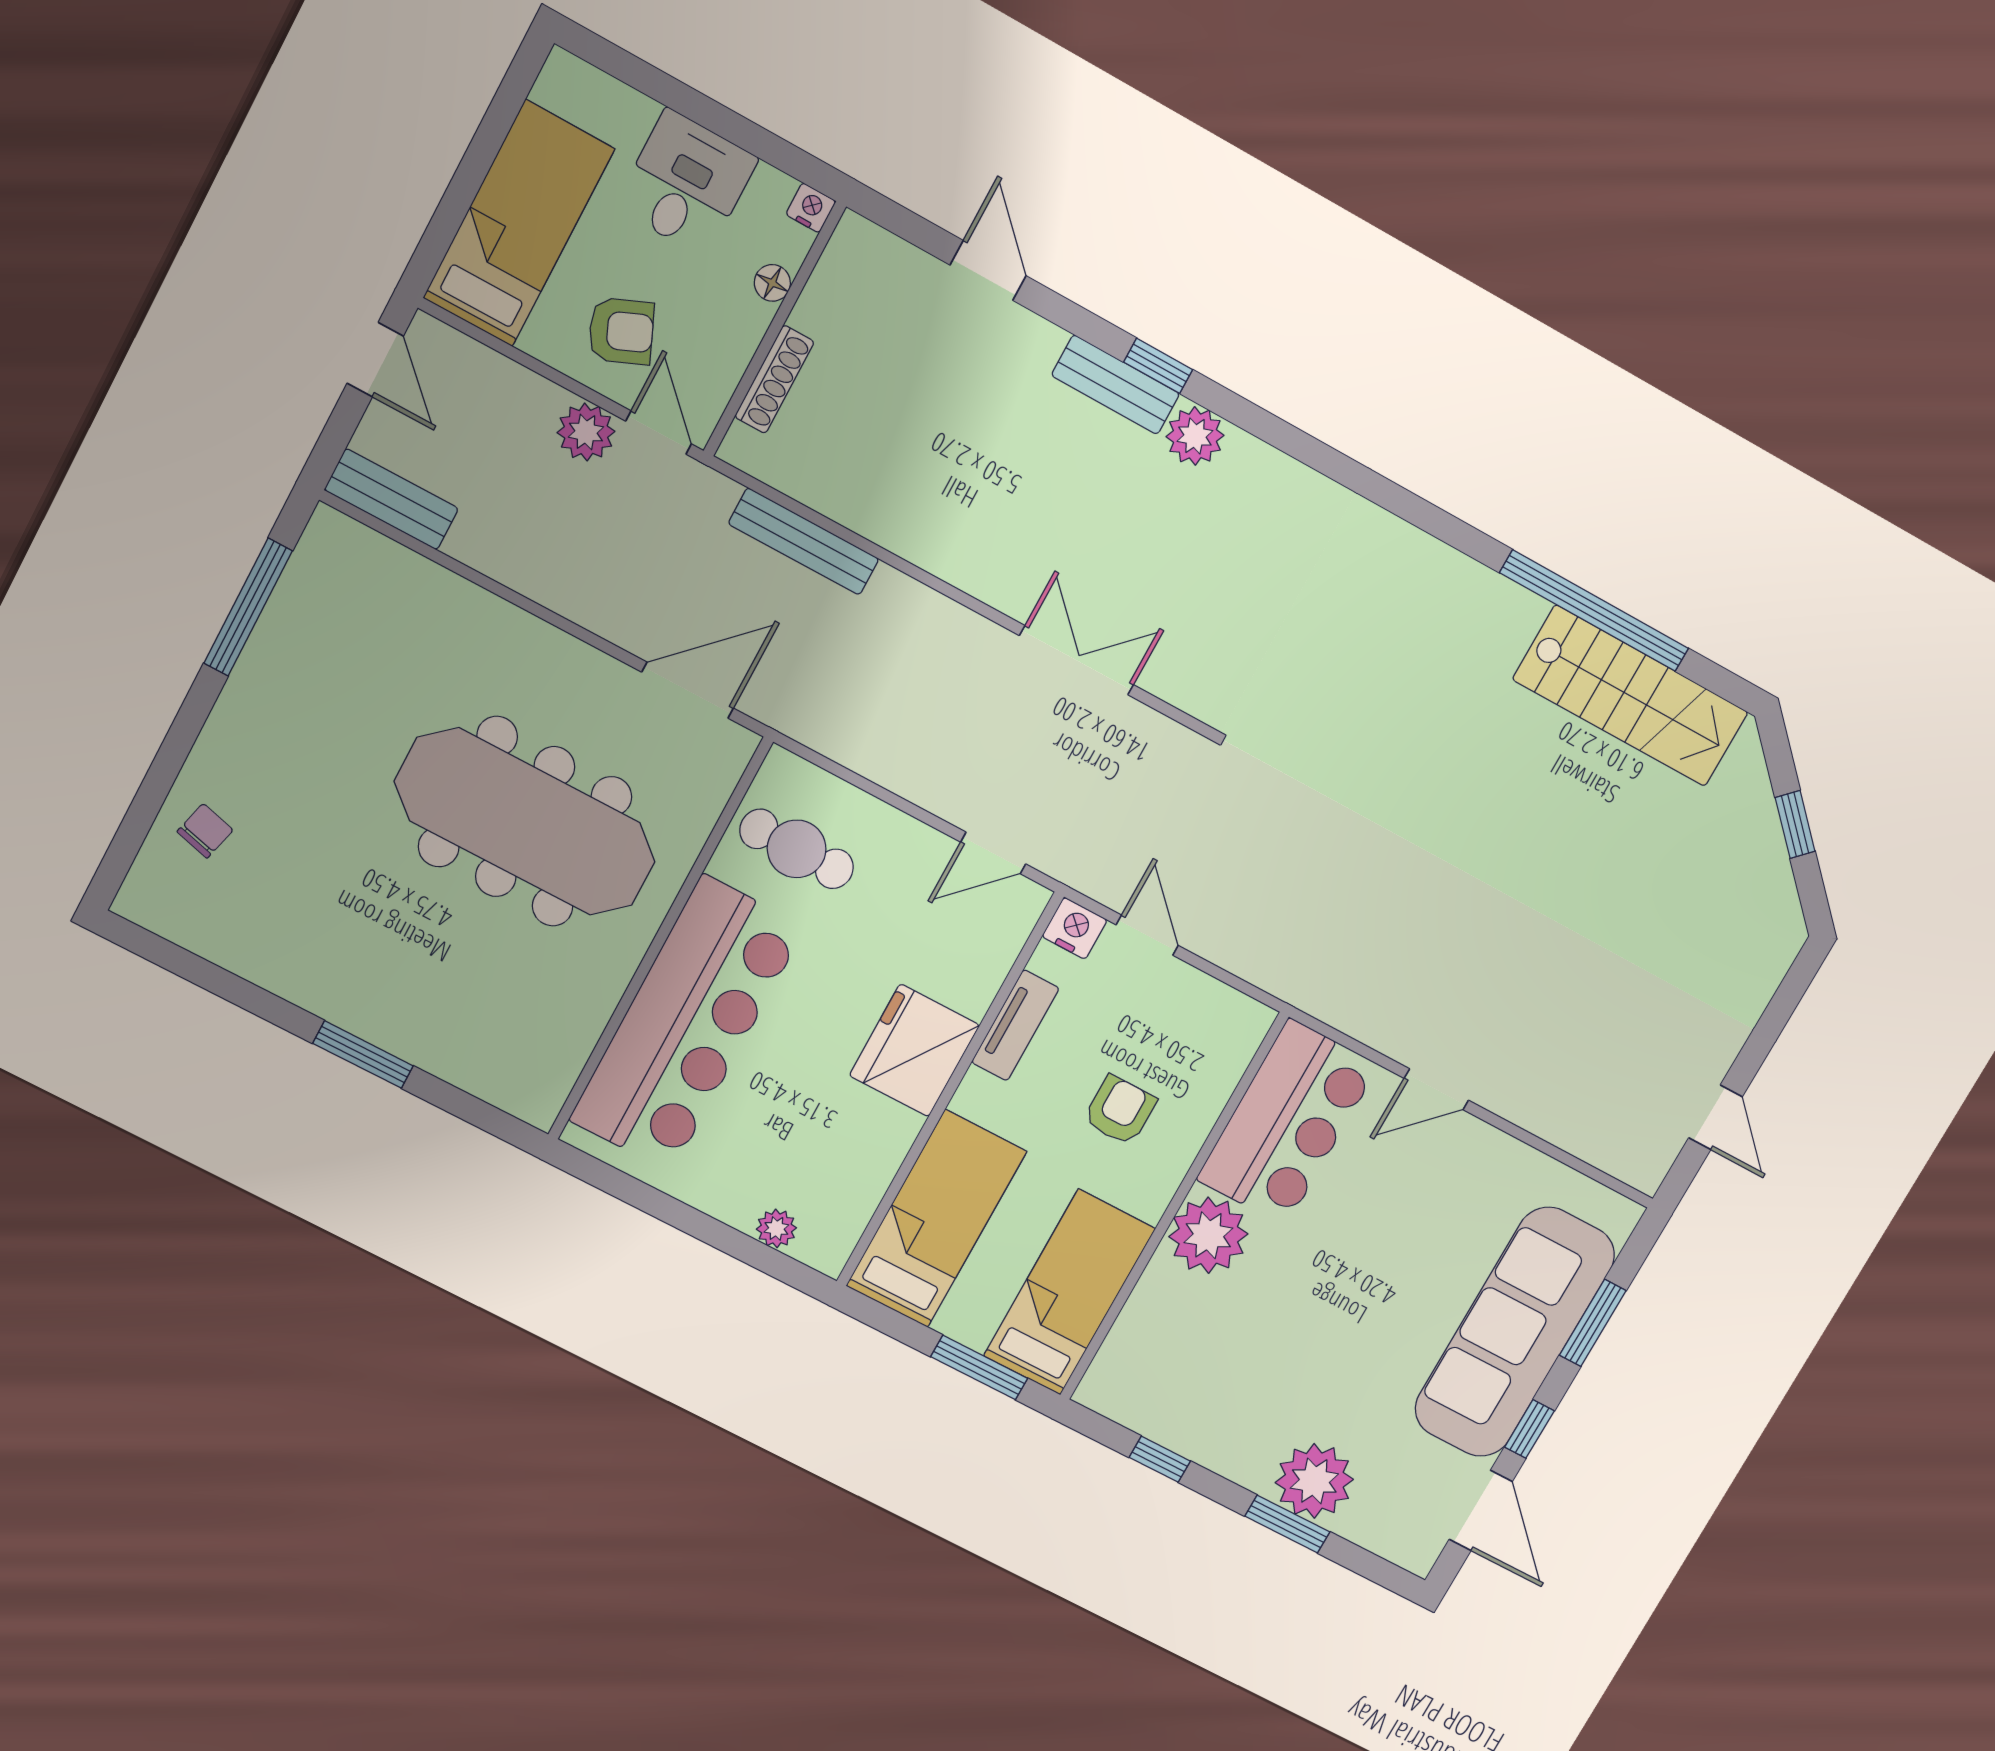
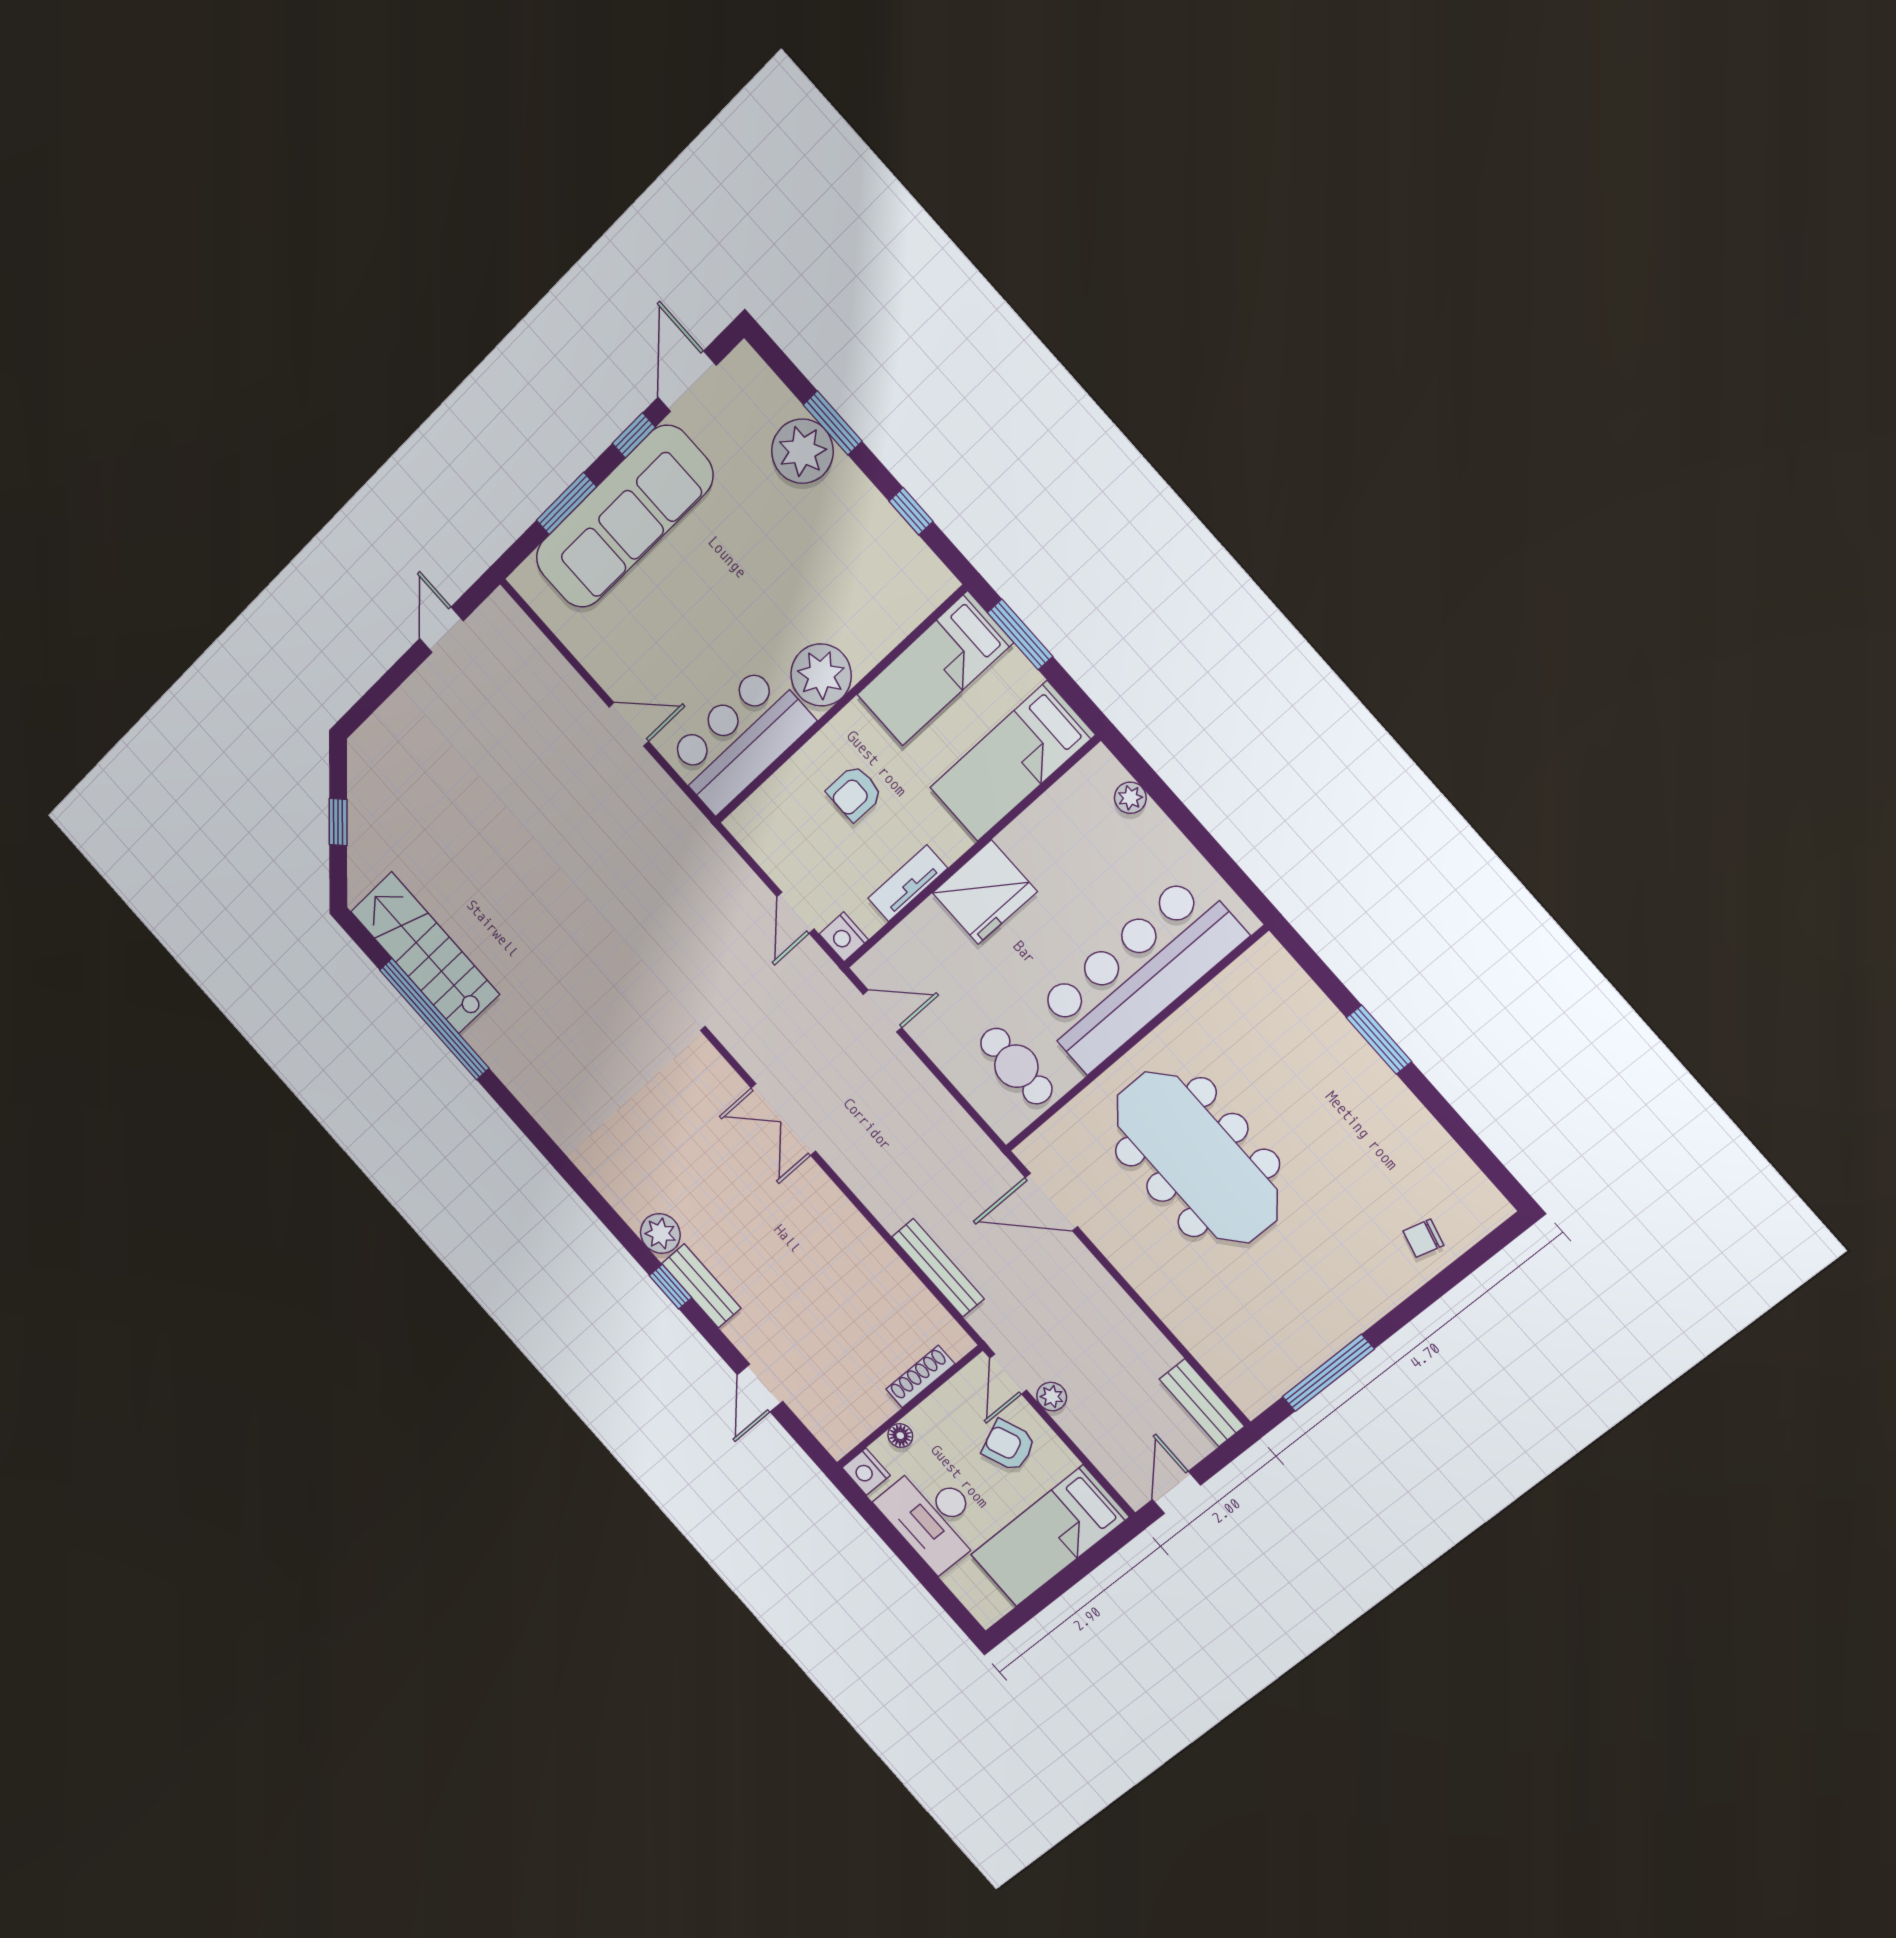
desk: (686, 183) -> (933, 1517), width x1.37
nightstand: (811, 208) -> (866, 1472), width x1.39, depth x1.35
plant: (586, 432) -> (1052, 1397), width x0.73, depth x0.73

